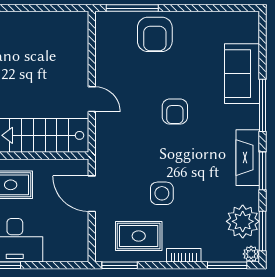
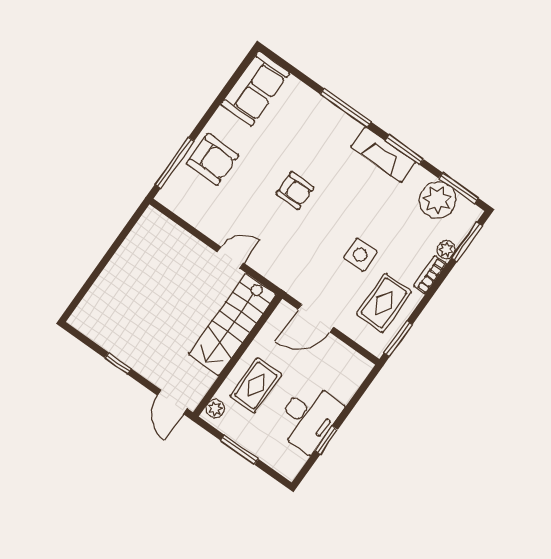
sofa: (242, 74) -> (255, 89), moved, turned -90
plant: (251, 254) -> (446, 250), moved

